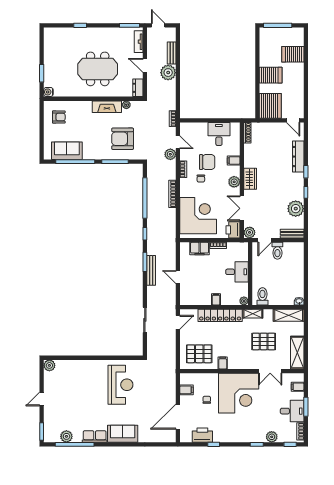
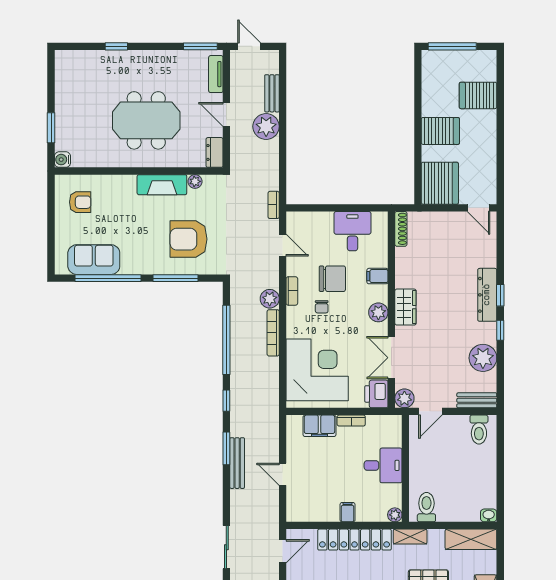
plant: (170, 154) -> (270, 299), moved
dresser: (298, 157) -> (487, 295), moved
toilet: (277, 251) -> (479, 430), moved

